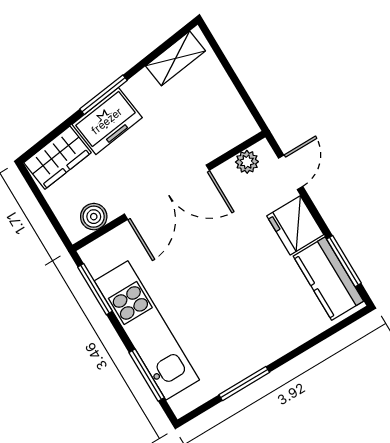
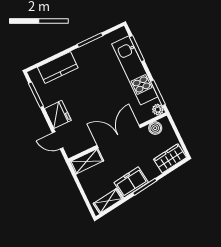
freezer: (107, 121) -> (131, 182), moved
shelving: (227, 135) -> (87, 161), added
plant: (247, 162) -> (158, 110), moved
door: (291, 172) -> (58, 140), hinge flipped
kitchen counter: (328, 279) -> (58, 67), moved, turned 90

